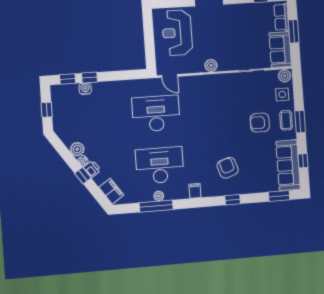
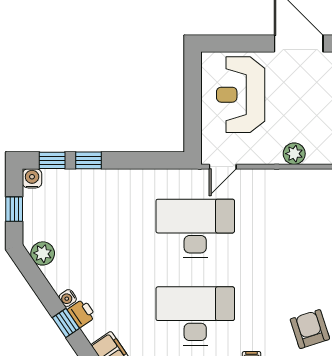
door: (170, 76) -> (223, 167), hinge flipped
water cooler: (85, 89) -> (32, 178), moved
plant: (77, 149) -> (43, 253), moved

